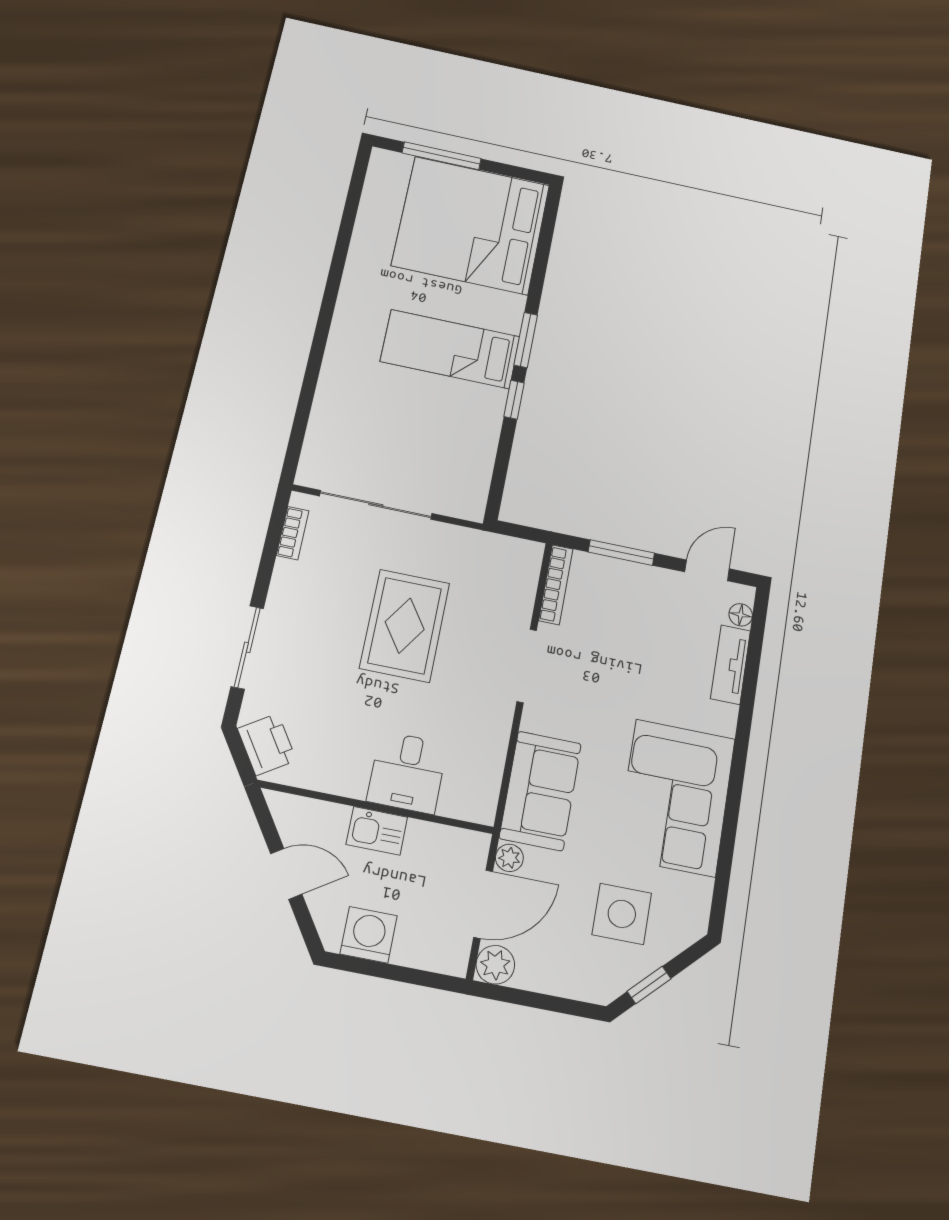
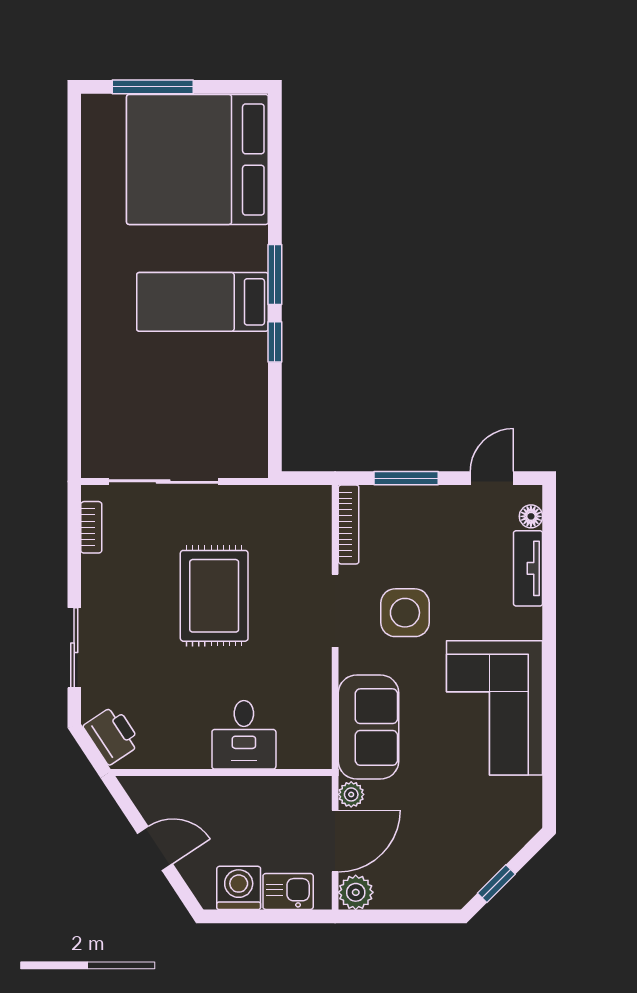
kitchen sink: (377, 831) -> (288, 892), moved, turned 180
side table: (622, 914) -> (405, 613), moved

